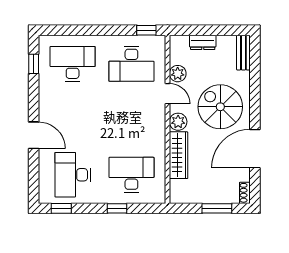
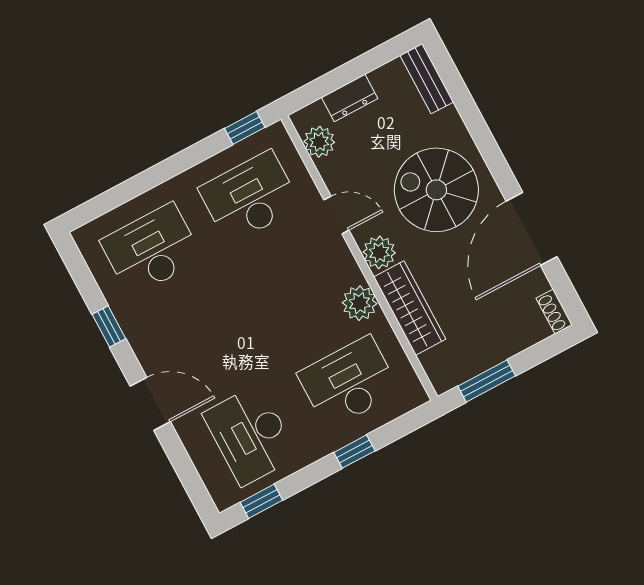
window: (34, 64) -> (109, 327), moved
desk: (131, 64) -> (250, 197), turned 180
plant: (178, 74) -> (319, 142), moved
plant: (156, 140) -> (360, 303), added
window: (217, 208) -> (487, 381), moved

